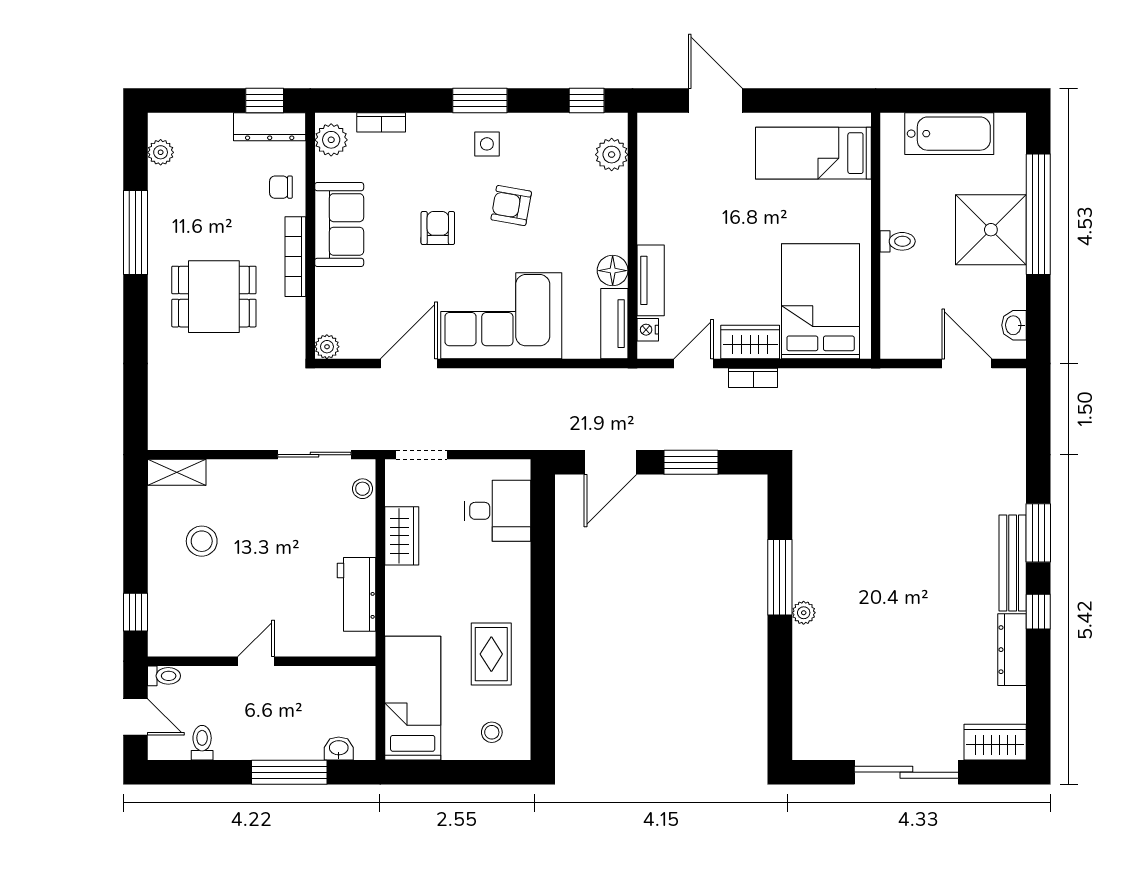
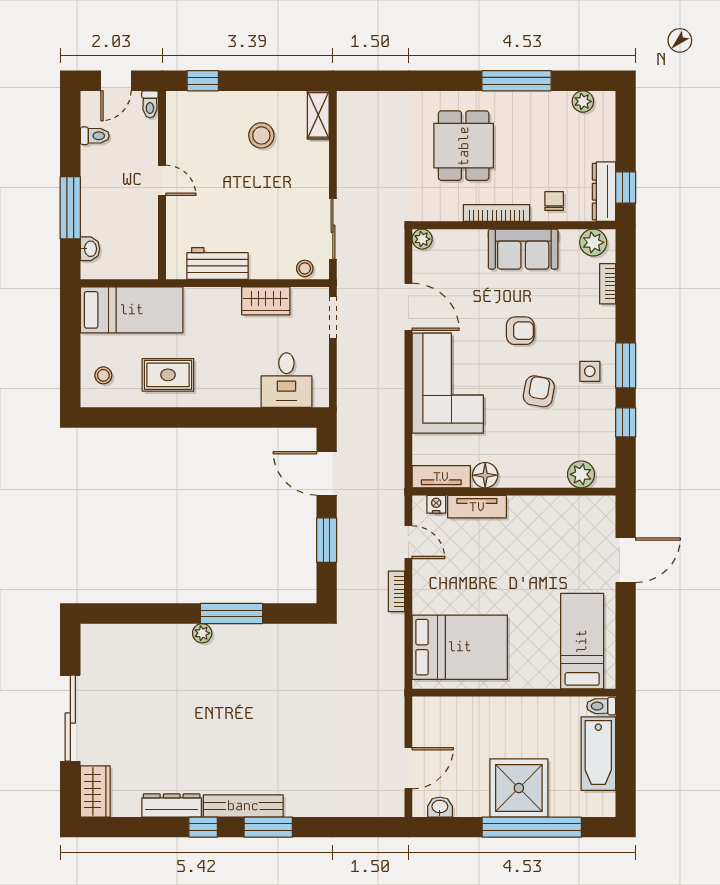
window: (587, 101) -> (626, 422), moved
toilet: (898, 241) -> (601, 706), moved, turned 90
wardrobe: (750, 342) -> (426, 589), removed

